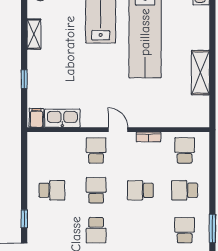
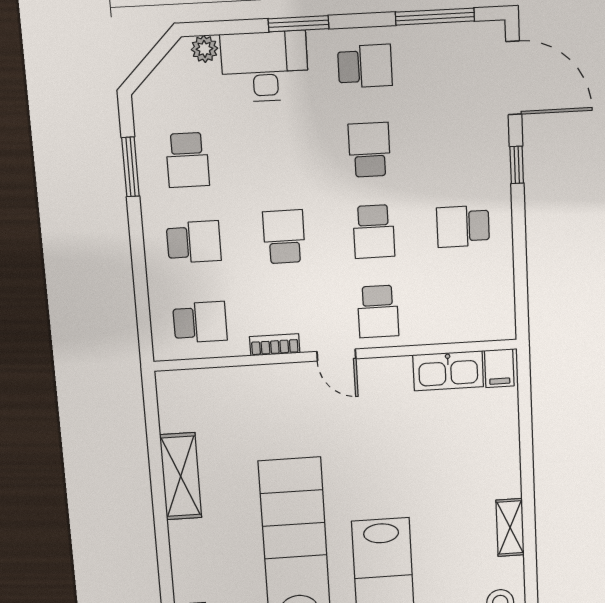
window: (24, 79) -> (526, 441), removed
school desk: (185, 150) -> (200, 322), turned -90
school desk: (140, 190) -> (284, 237), turned -90

